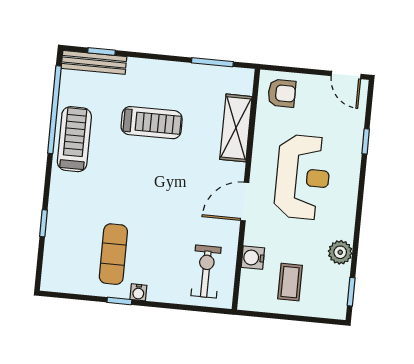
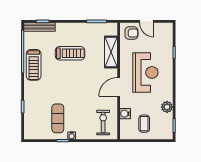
door: (346, 75) -> (147, 21), moved
treadmill: (74, 139) -> (34, 65), turned 180

